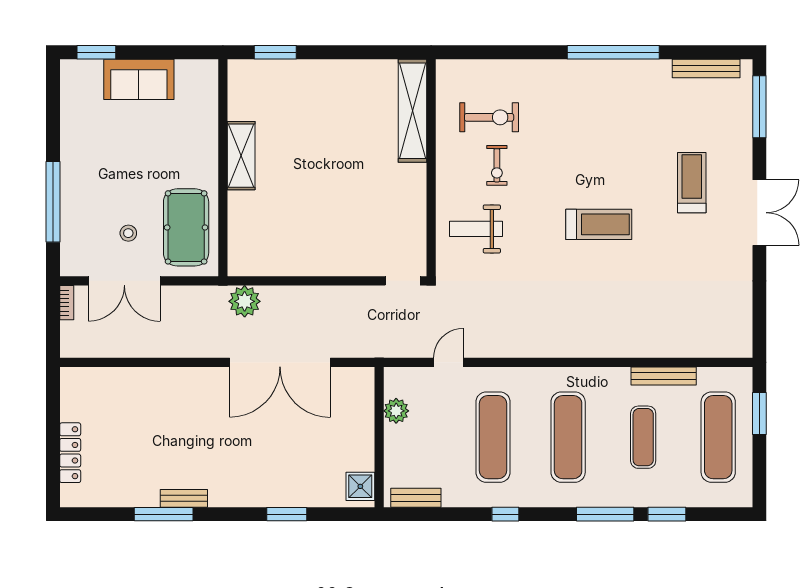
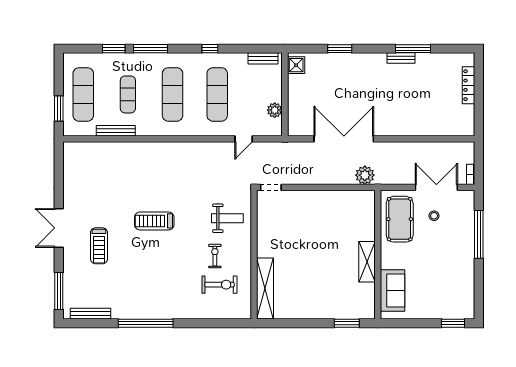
sofa: (139, 79) -> (393, 291), moved, turned 90
exercise bike: (489, 117) -> (220, 285), turned 180

